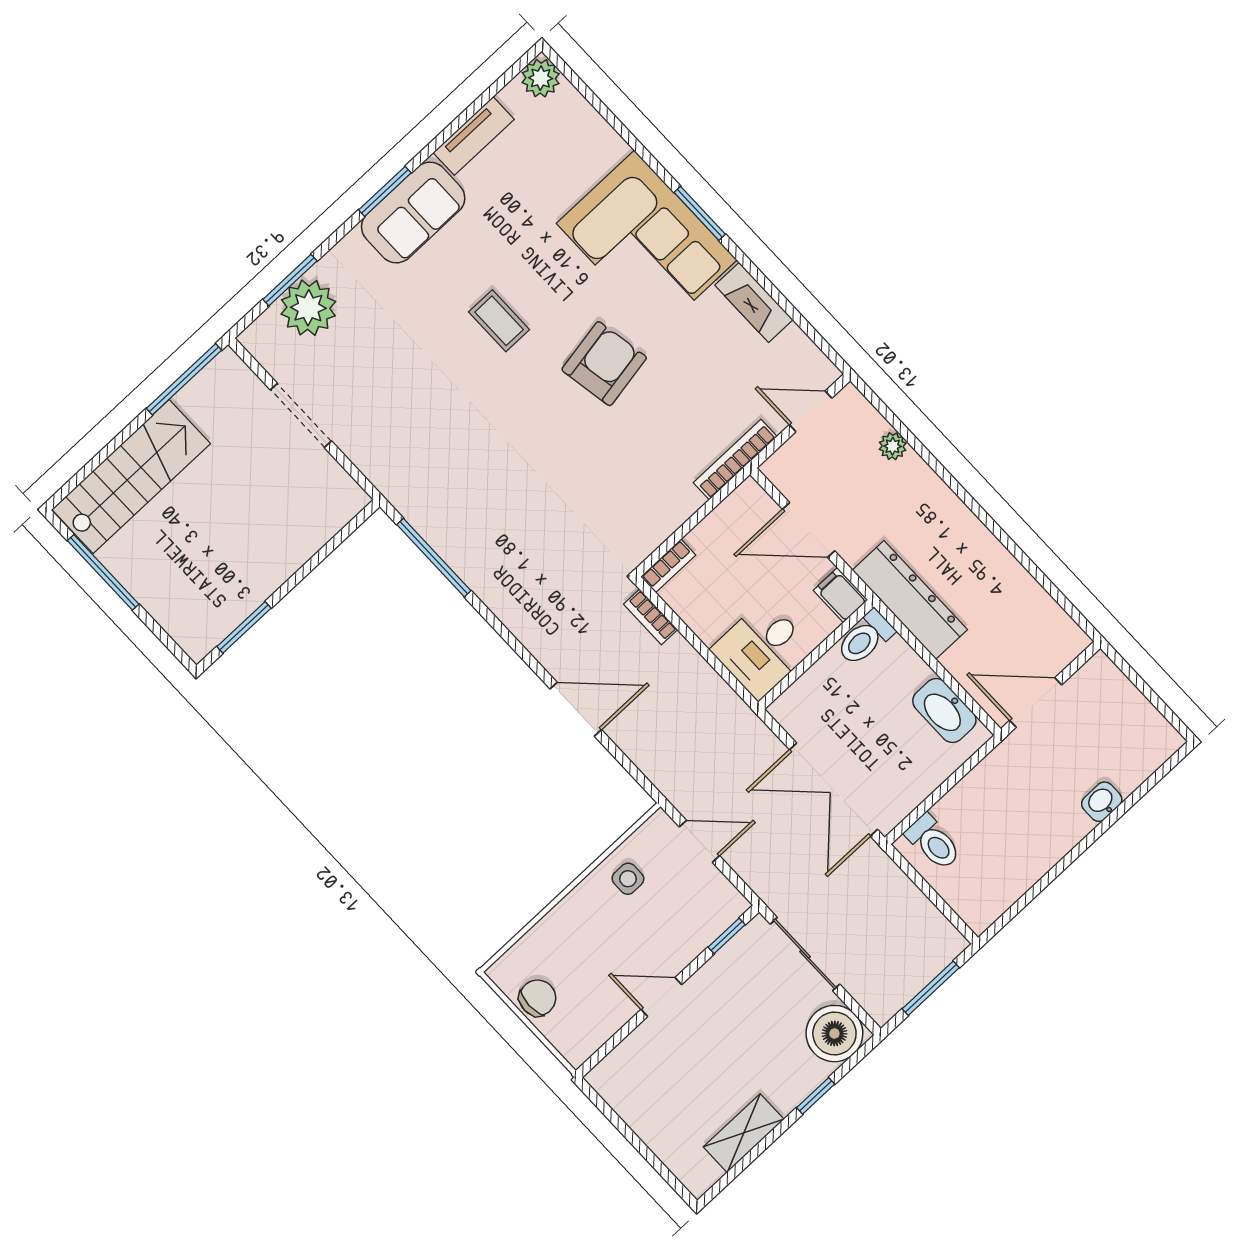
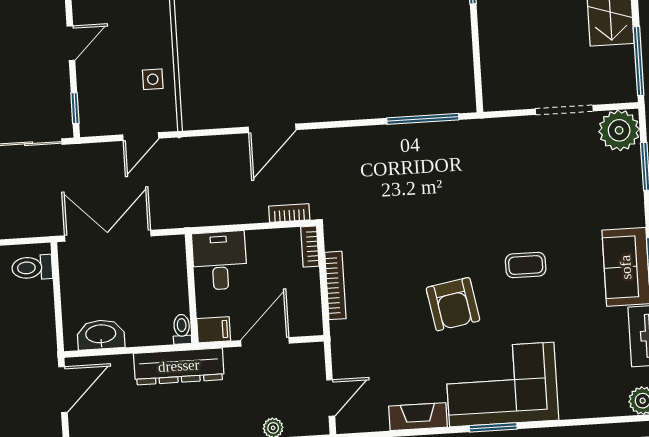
plant: (308, 308) -> (619, 130), moved
bookcase: (735, 460) -> (335, 285), moved
toilet: (865, 638) -> (182, 329), width x0.73, depth x0.72

